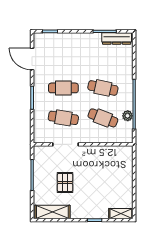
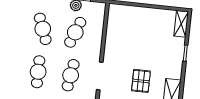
cafe table: (103, 88) -> (43, 29), turned -33
pallet: (65, 183) -> (141, 81), turned 90

